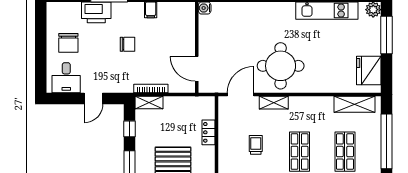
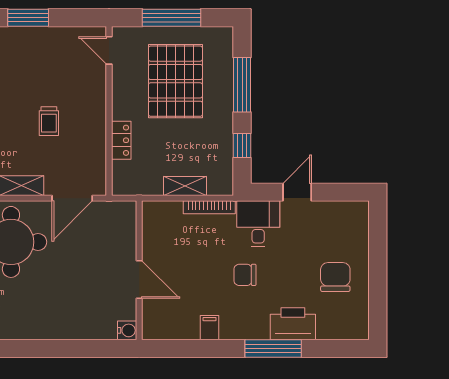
door: (197, 69) -> (139, 280), moved
desk: (66, 78) -> (258, 224), moved
shelving: (149, 102) -> (185, 186), moved

